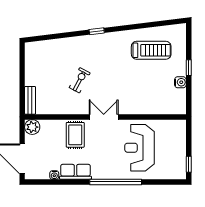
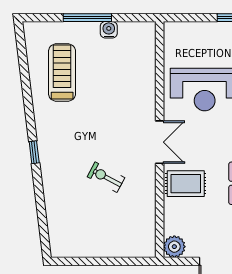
window: (189, 68) -> (87, 18), width x2.17
bench: (30, 100) -> (135, 250), removed
double door: (104, 117) -> (160, 142), swing flipped

